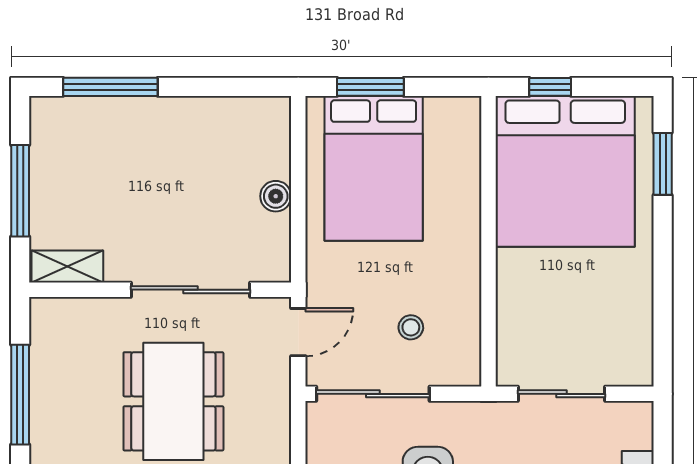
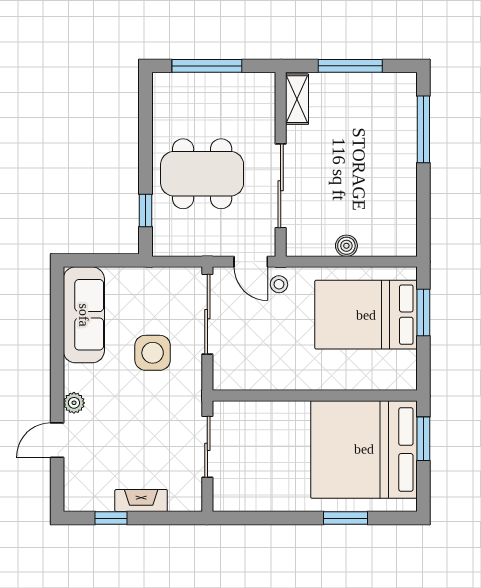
window: (550, 87) -> (423, 439), width x1.50
window: (663, 164) -> (346, 518), moved
stool: (411, 327) -> (279, 284), moved

